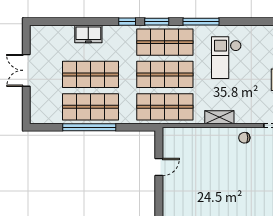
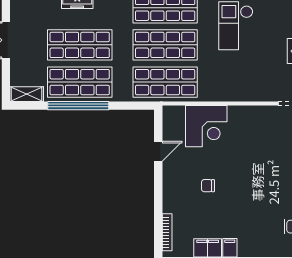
shelving: (219, 117) -> (27, 94), moved
chair: (244, 138) -> (208, 186), moved
corner desk: (201, 145) -> (206, 126), added

